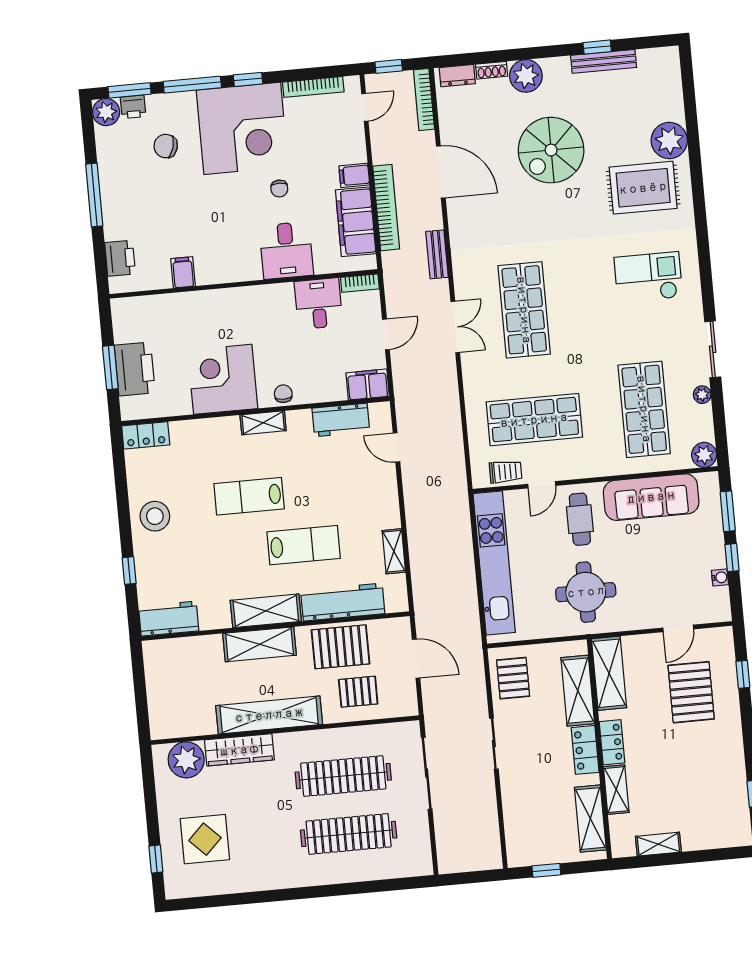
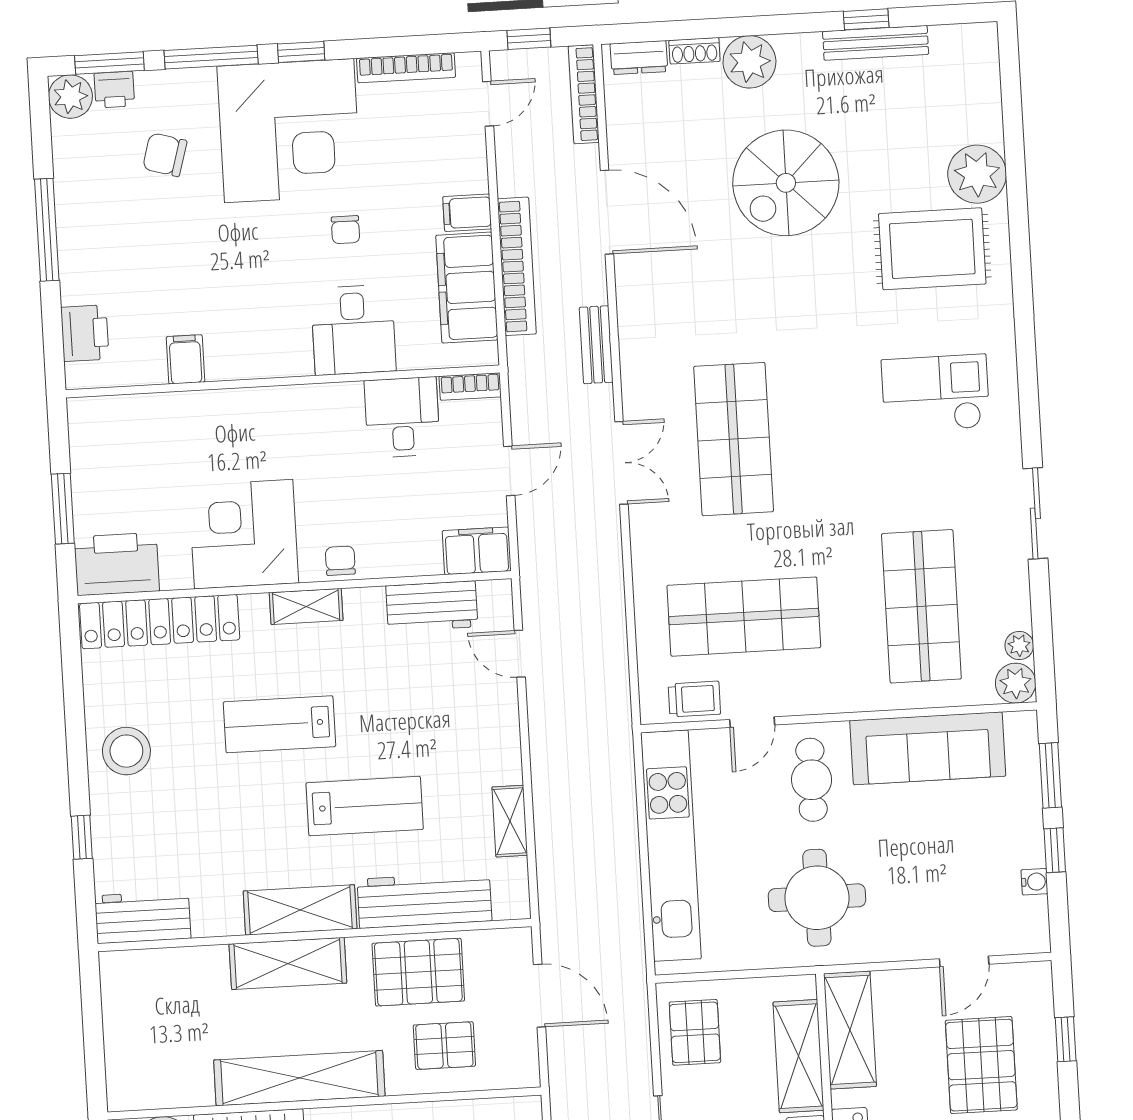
printer: (135, 369) -> (117, 564), moved, turned -90
plant: (702, 395) -> (1019, 646), moved
locker: (146, 435) -> (160, 622), width x2.16, depth x1.21

